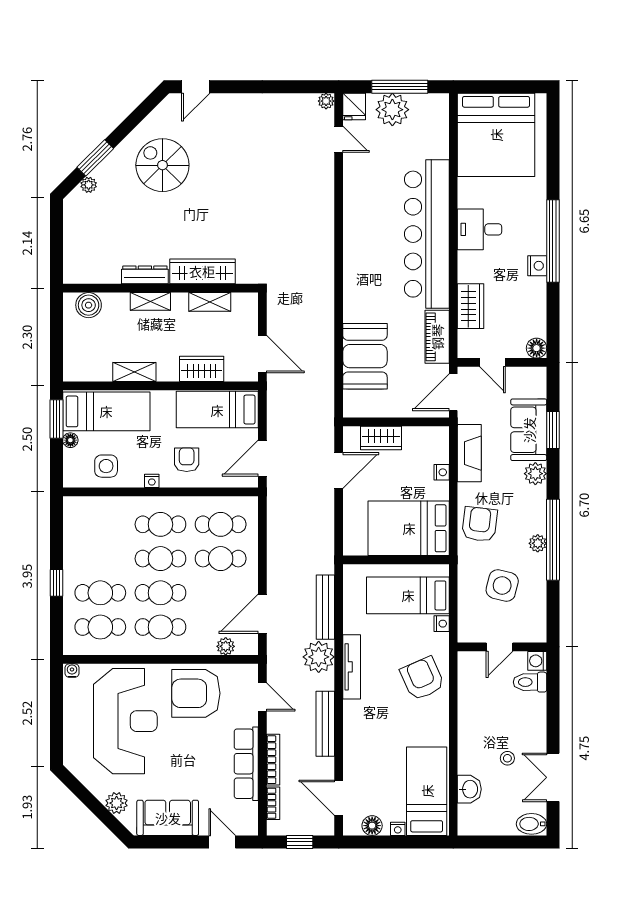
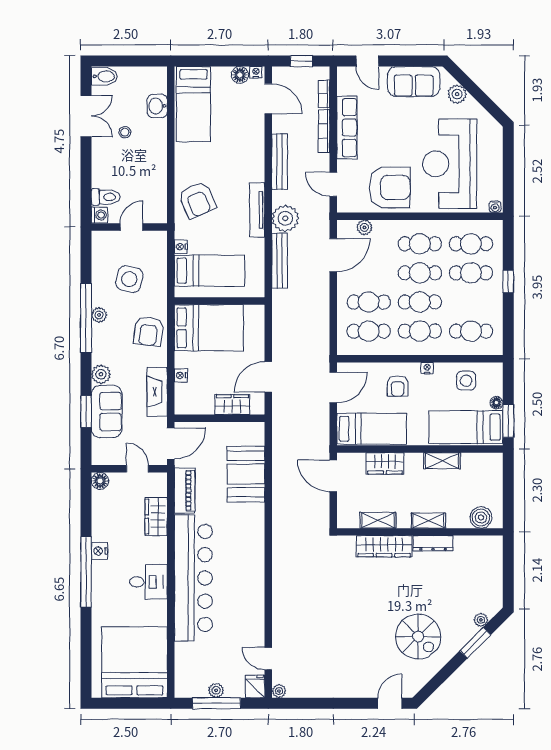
plant: (392, 110) -> (216, 690), width x0.53, depth x0.53
cafe table: (100, 524) -> (471, 331), added
nightstand: (398, 829) -> (256, 72), moved

